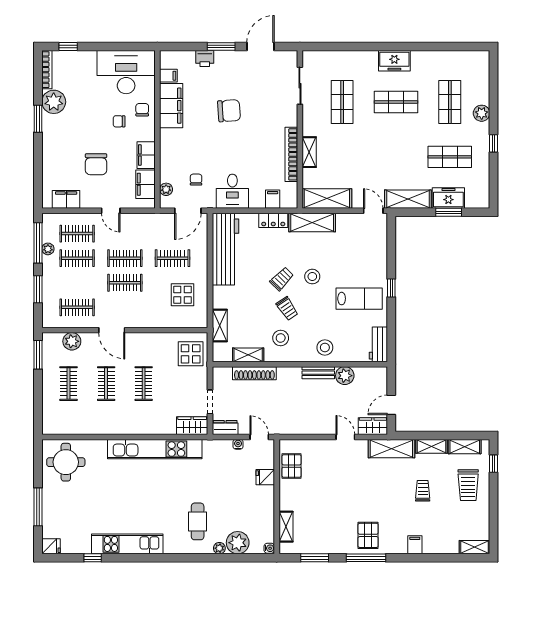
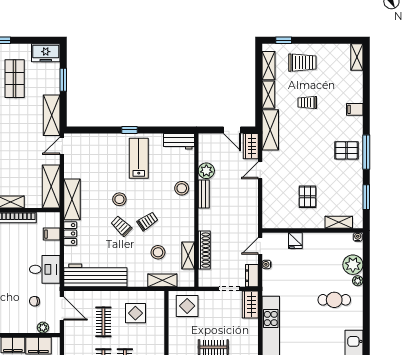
freezer: (448, 198) -> (46, 53), moved, turned -90
stool: (281, 338) -> (158, 252), moved
pallet: (292, 466) -> (307, 197), moved, turned 90

